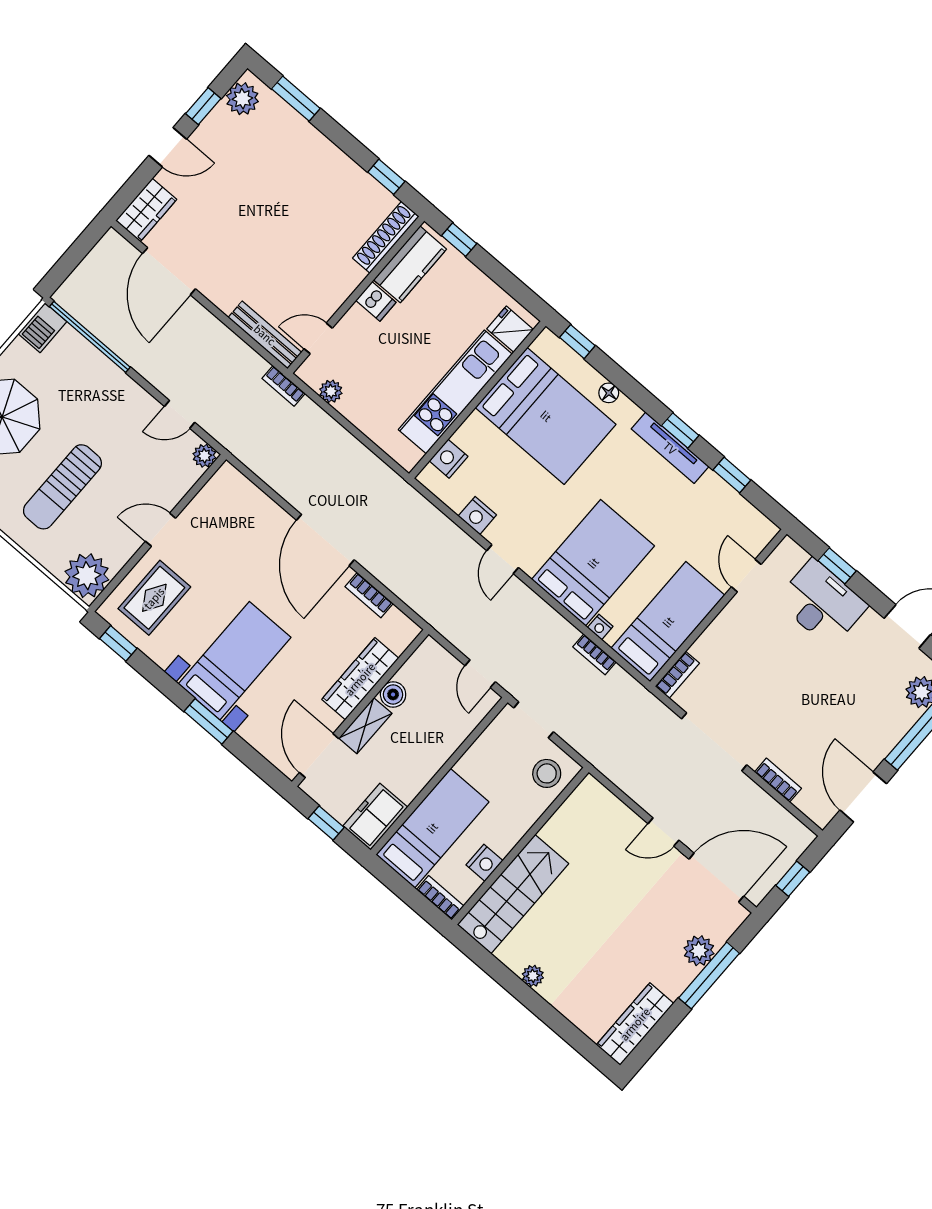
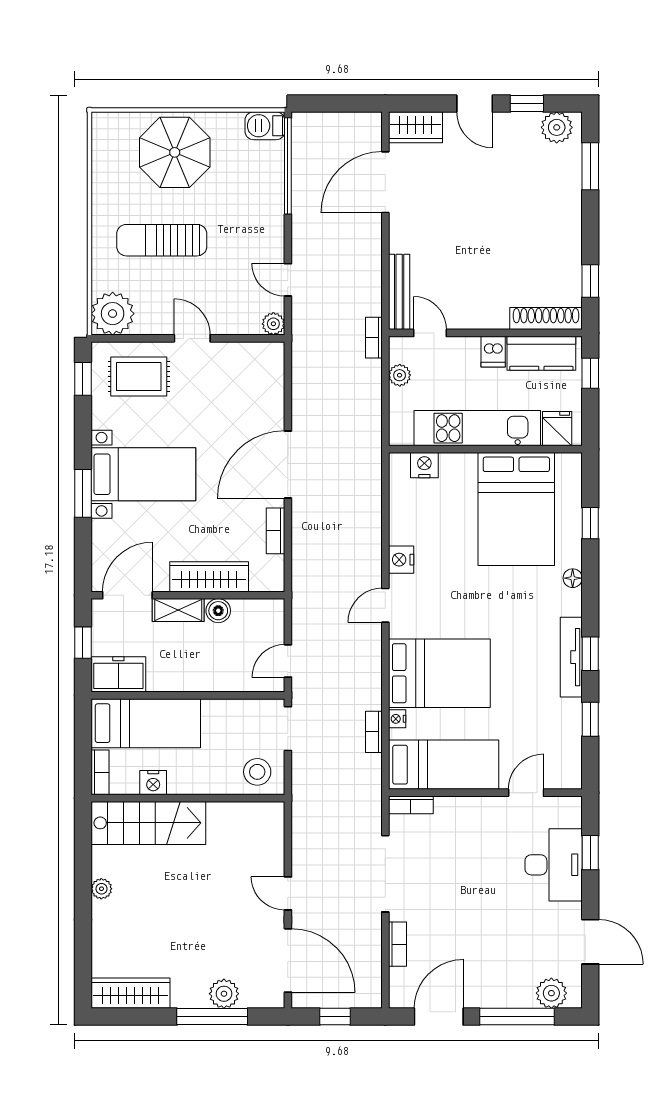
fridge: (510, 329) -> (557, 429), moved
kitchen unit: (455, 392) -> (477, 428), moved
wall: (477, 400) -> (485, 449), moved
bed: (546, 416) -> (516, 509), moved
nightstand: (449, 459) -> (424, 465), moved

